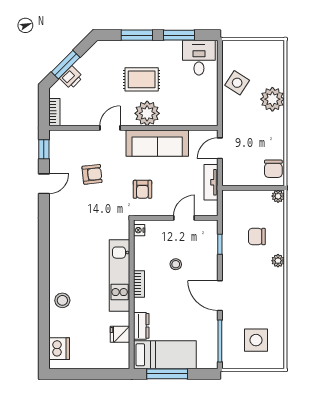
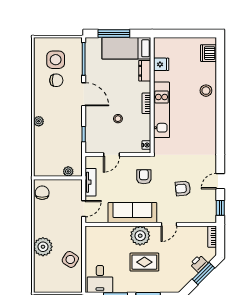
plant: (278, 196) -> (68, 171), moved
chair: (257, 237) -> (56, 80), moved
window: (167, 374) -> (114, 34), moved

